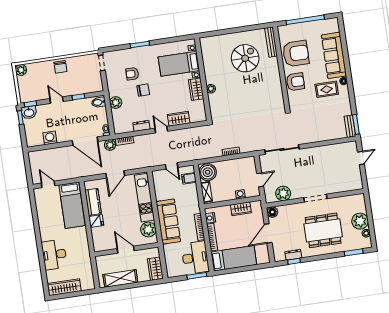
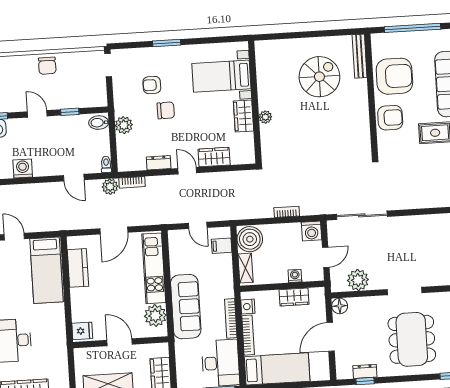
door: (85, 141) -> (74, 178), width x0.53
washing machine: (249, 163) -> (312, 231), added
fridge: (96, 221) -> (82, 331), moved
dining table: (323, 230) -> (412, 339), turned 90

